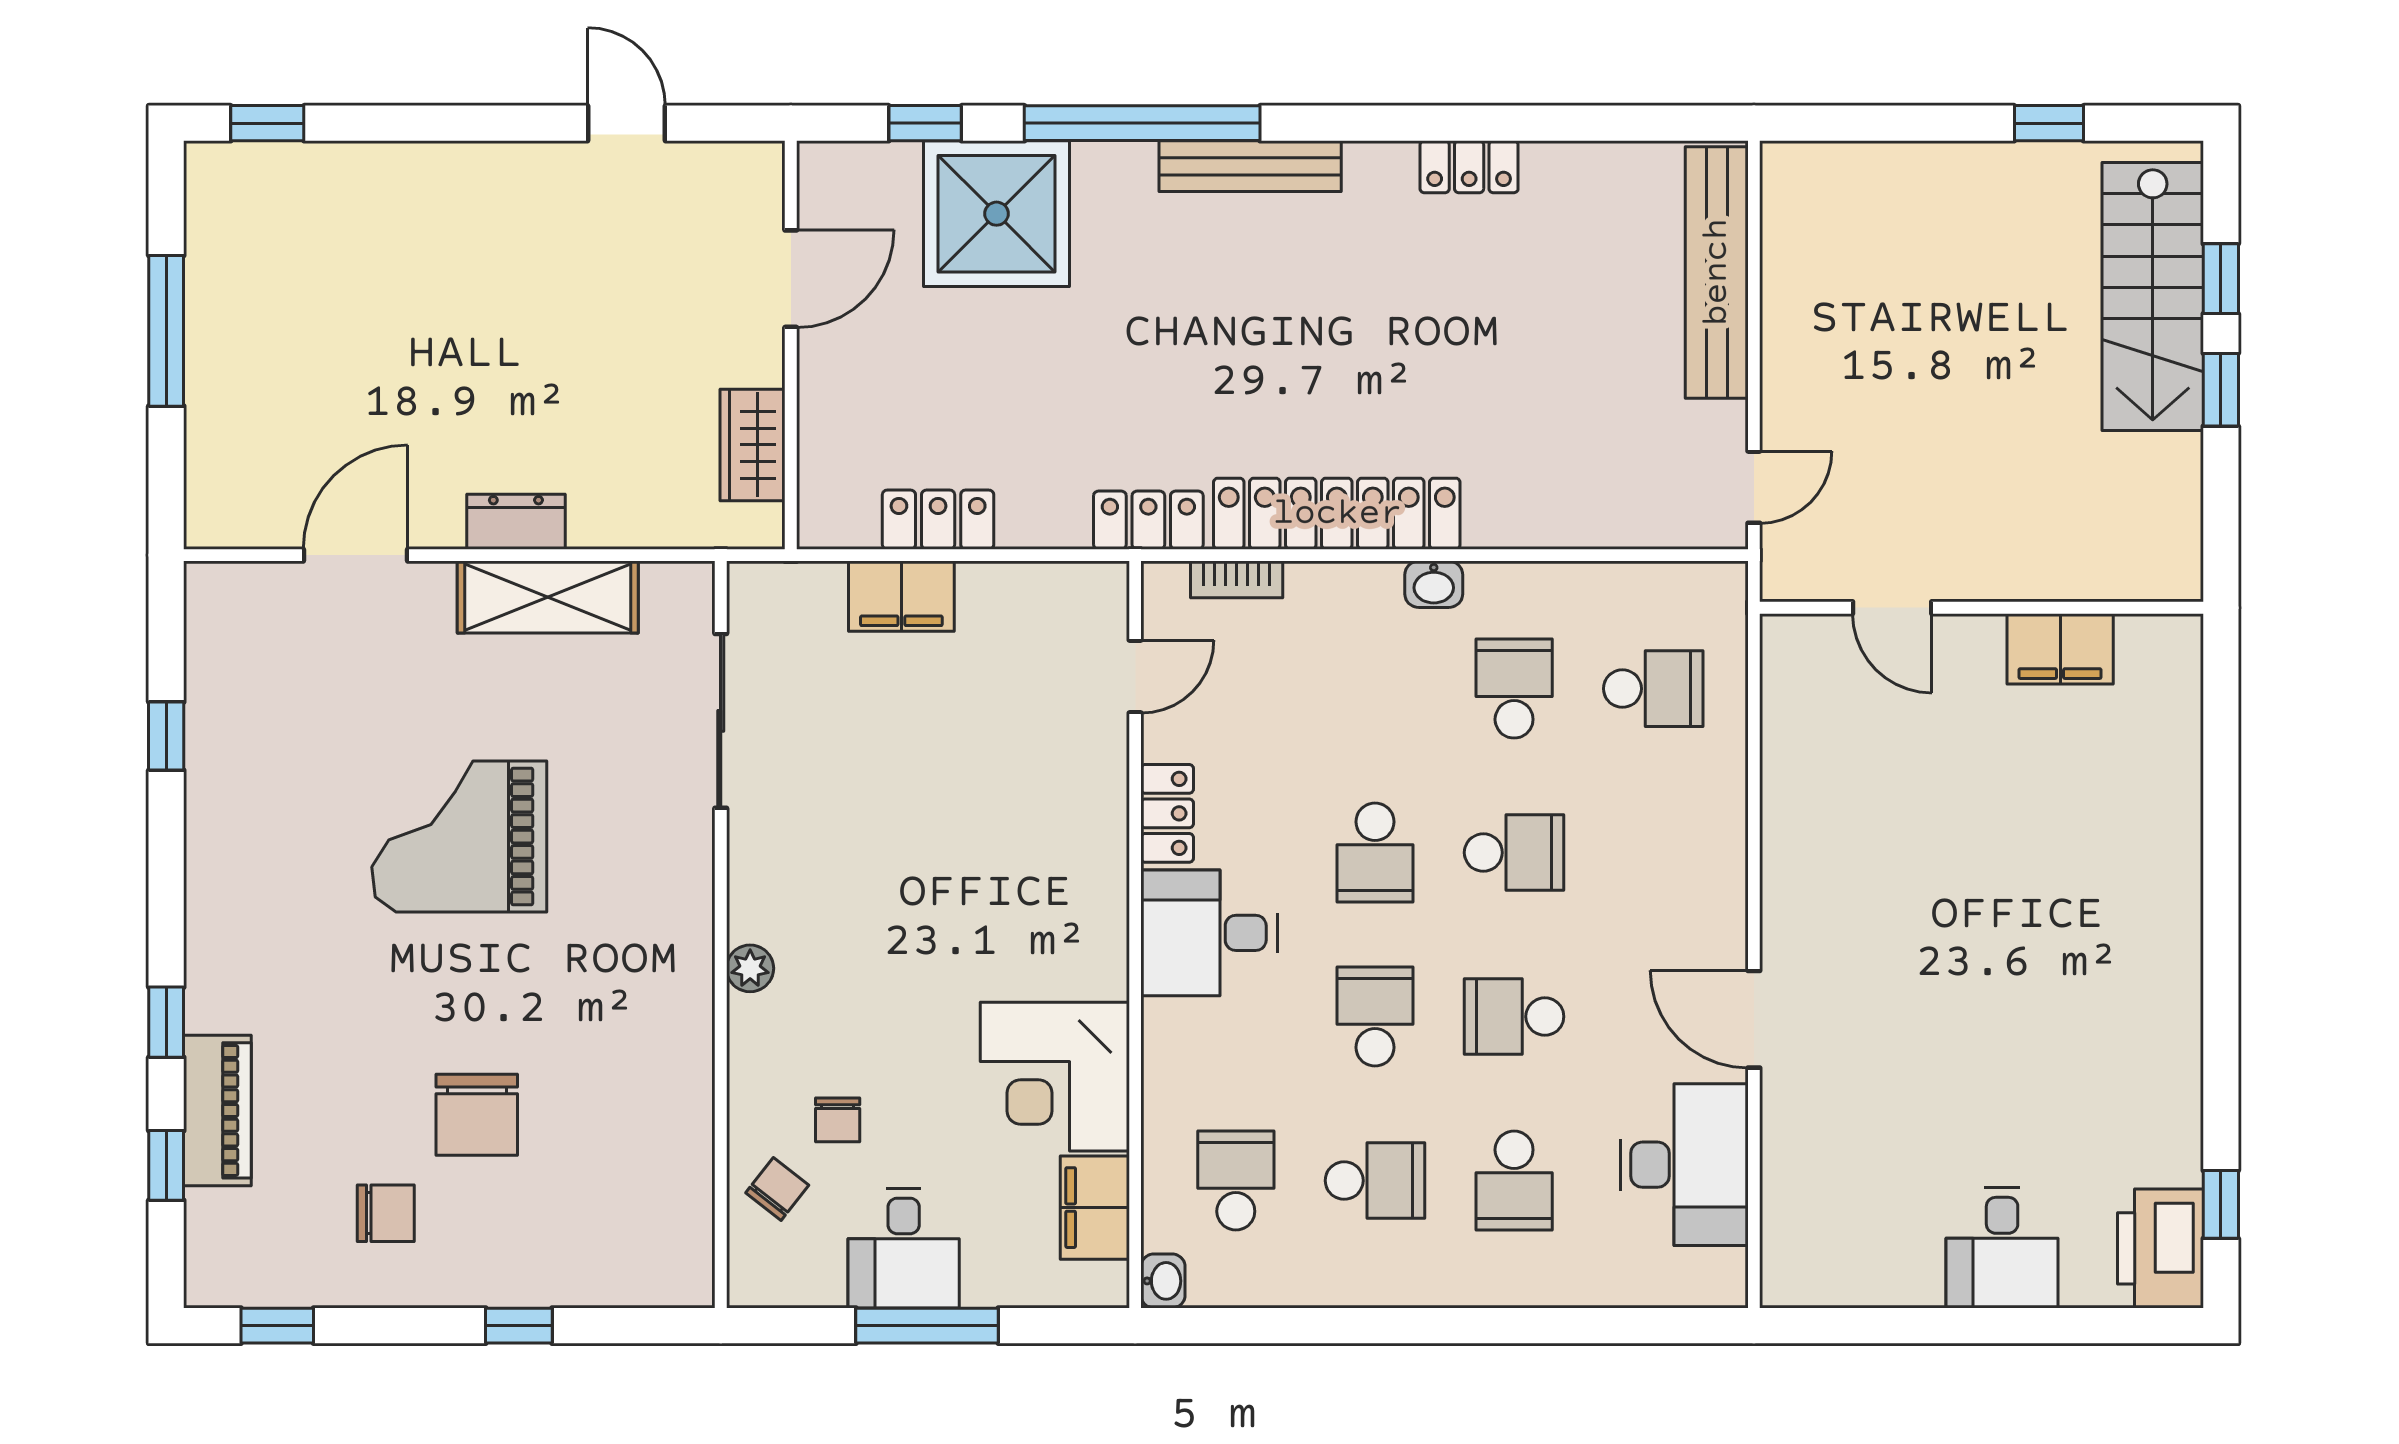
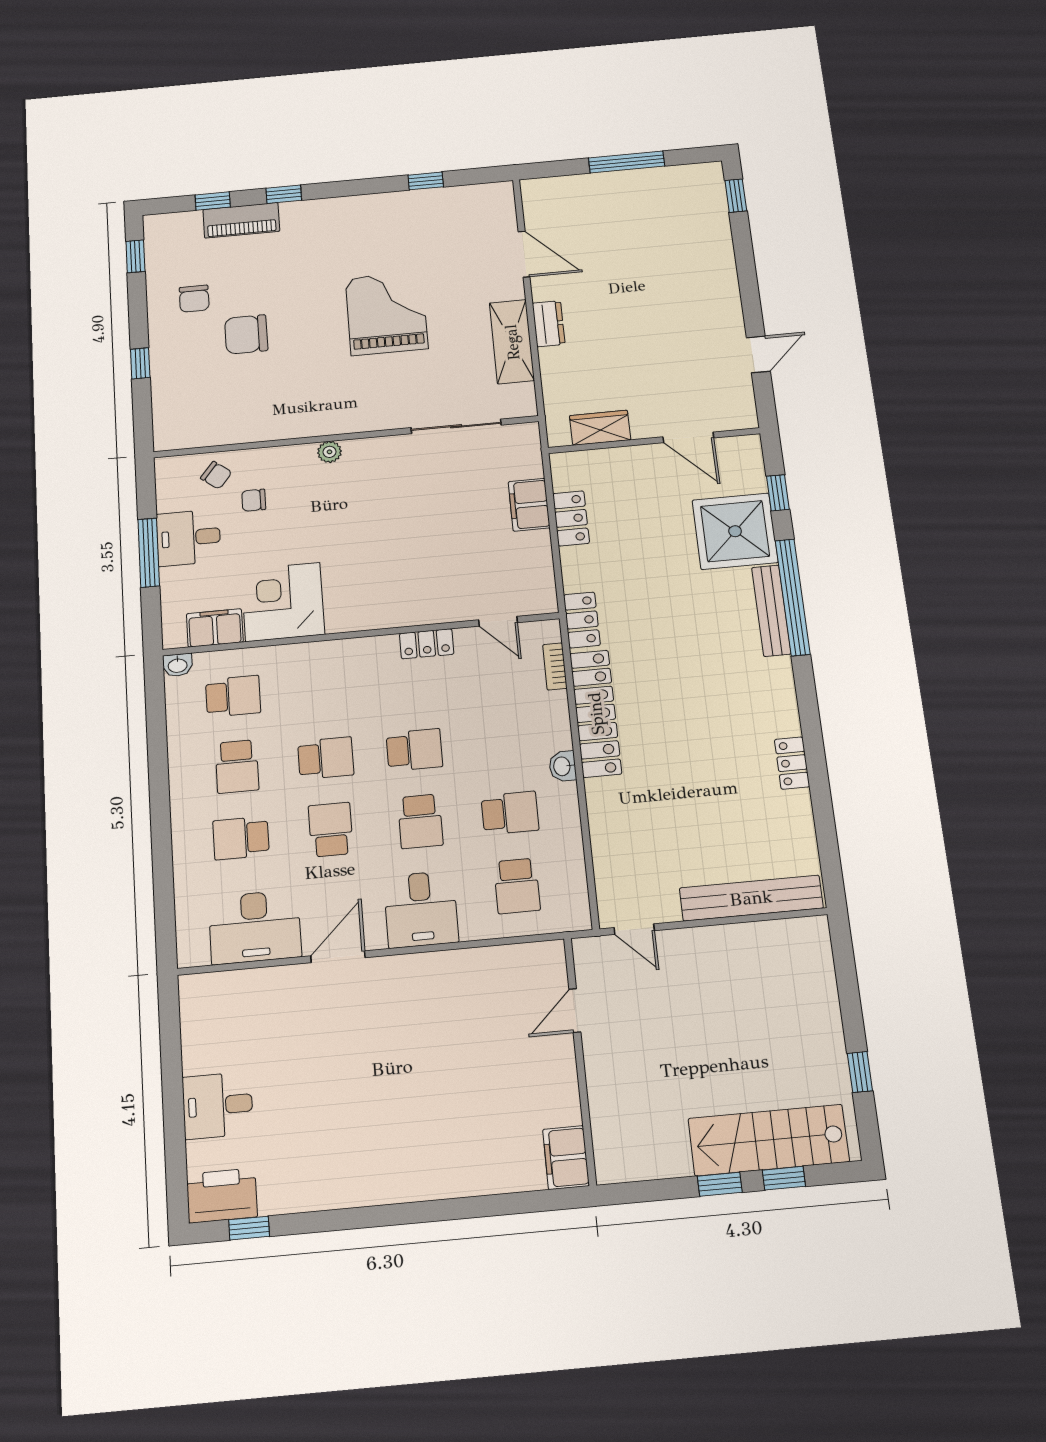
bench: (1250, 166) -> (771, 611), moved
filing cabinet: (2060, 649) -> (566, 1158), moved
school desk: (1375, 853) -> (414, 750), turned 180
desk: (1209, 933) -> (421, 909), moved, turned 180

